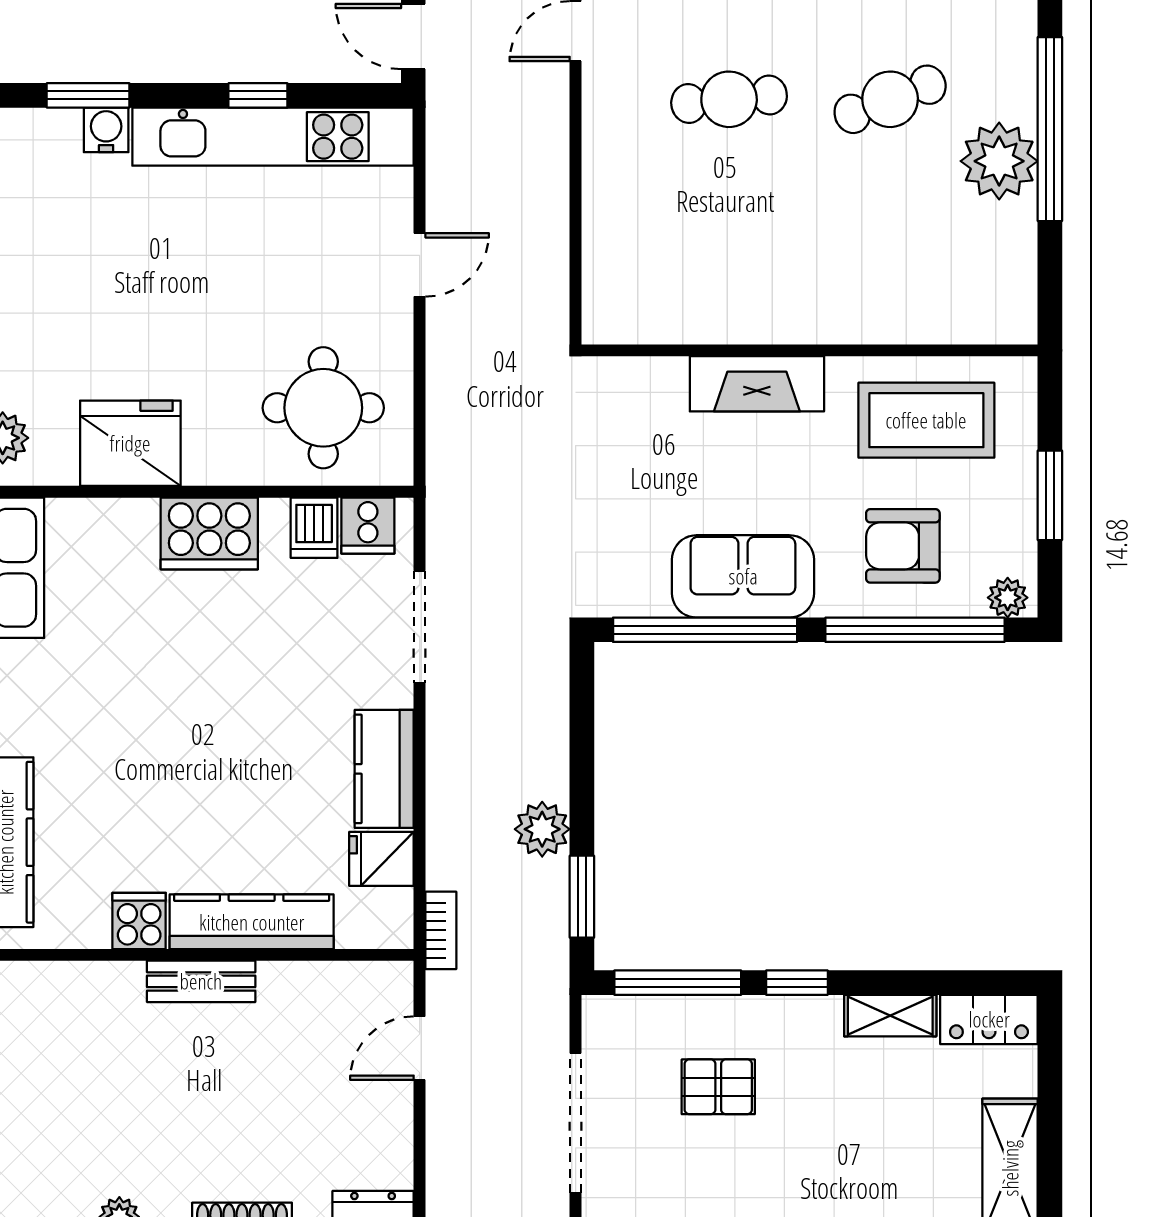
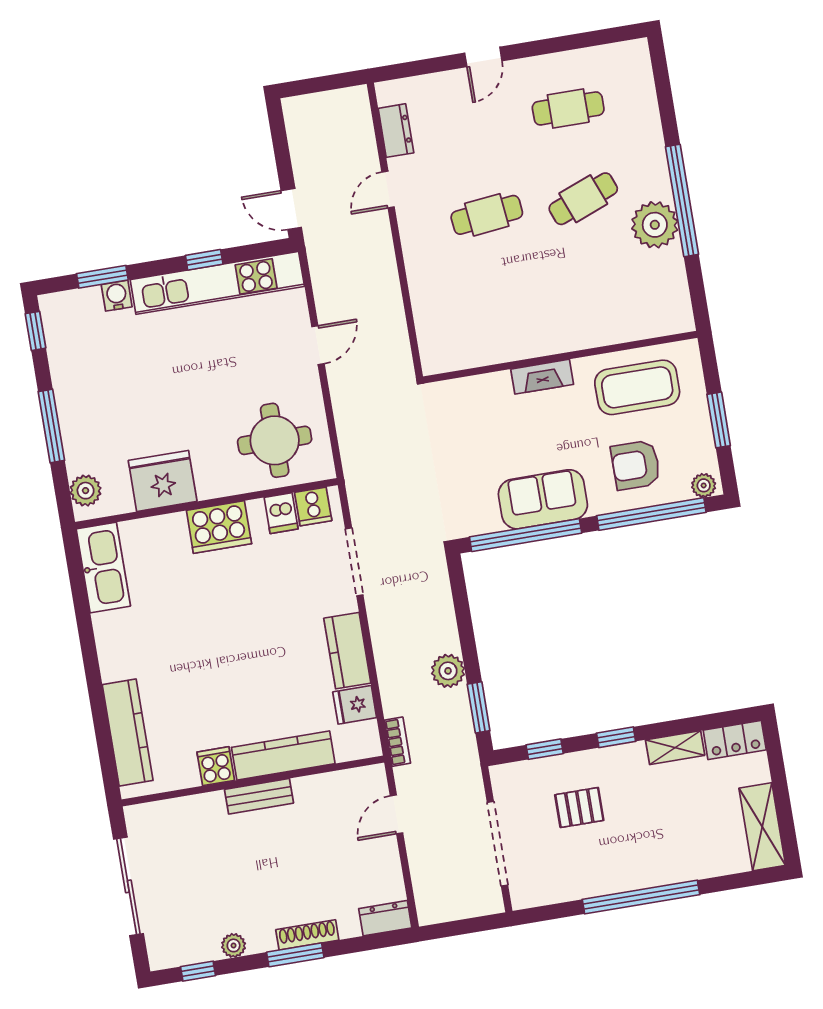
fireplace: (757, 384) -> (542, 377), width x0.73, depth x0.76
window: (678, 983) -> (545, 749), width x0.46

